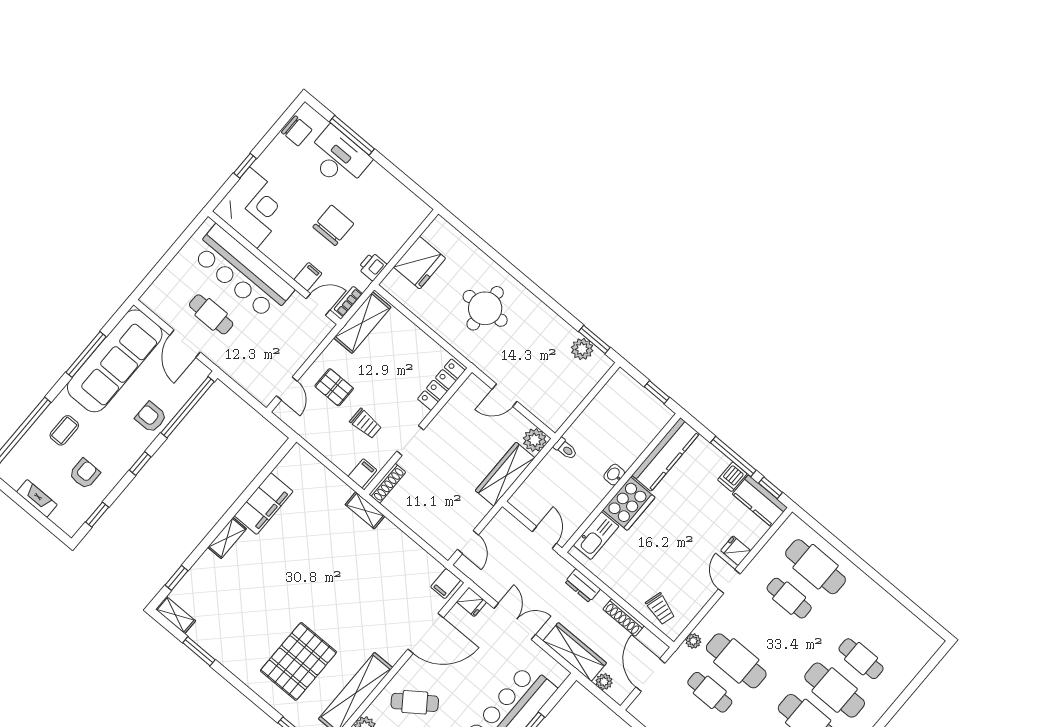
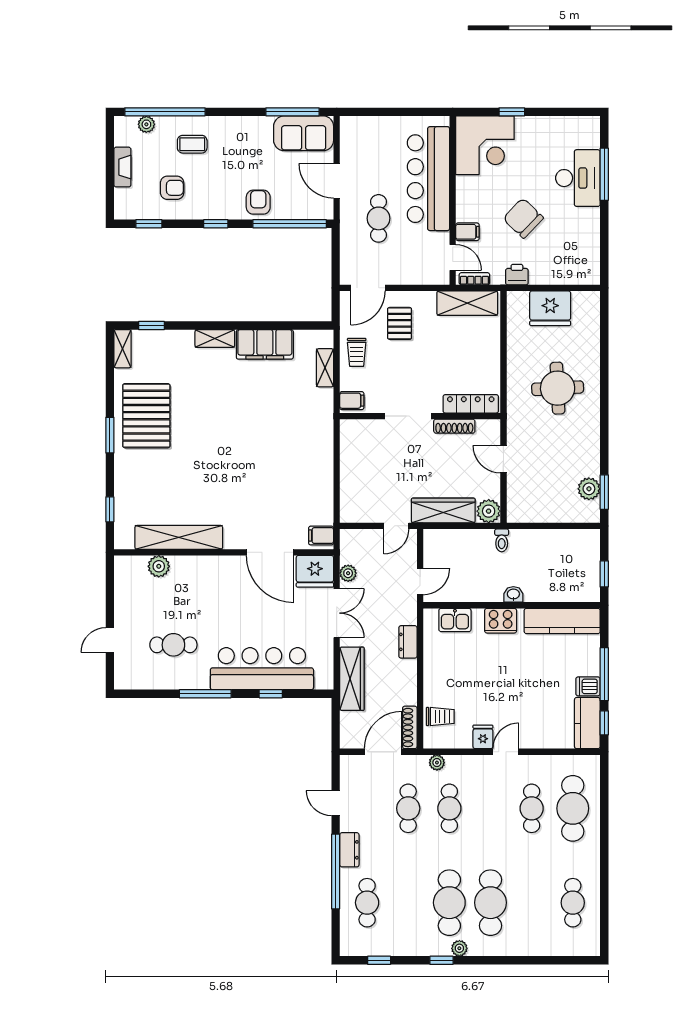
chair: (297, 131) -> (572, 129), removed
chair: (333, 225) -> (523, 218), turned -136
cafe table: (211, 314) -> (379, 218), moved
door: (185, 344) -> (337, 181), hinge flipped
window: (86, 355) -> (293, 112), moved
sofa: (115, 361) -> (304, 133), width x0.54, depth x0.79
door: (287, 389) -> (368, 288), width x1.38
trolley: (366, 424) -> (357, 352), moved
doorway: (410, 440) -> (408, 416), width x1.38
plant: (20, 453) -> (146, 124), added
shoe rack: (387, 483) -> (454, 426), moved
cooker: (629, 504) -> (501, 621), width x0.73, depth x0.76
shelving: (365, 510) -> (325, 368), moved
kitchen sink: (596, 536) -> (455, 620), width x0.73
door: (468, 542) -> (396, 526), moved
fridge: (736, 551) -> (483, 737), moved
fridge: (472, 602) -> (315, 571), width x1.88, depth x1.34
trolley: (660, 609) -> (440, 717), turned -106
shoe rack: (623, 617) -> (410, 727), moved
window: (199, 651) -> (110, 435), moved
cafe table: (861, 659) -> (573, 903), moved
pallet: (298, 661) -> (146, 416), moved, turned 90
cafe table: (736, 661) -> (449, 808), width x0.73, depth x0.74
plant: (604, 682) -> (348, 573), moved
cafe table: (415, 702) -> (210, 589), removed

